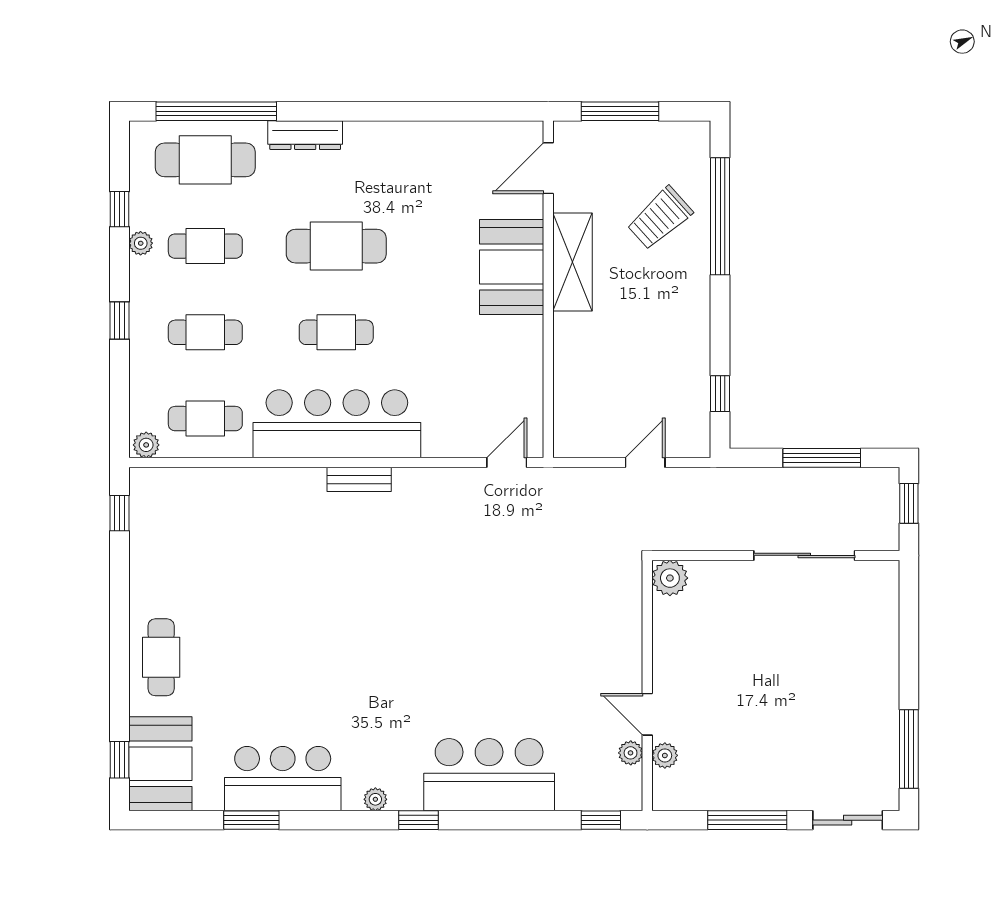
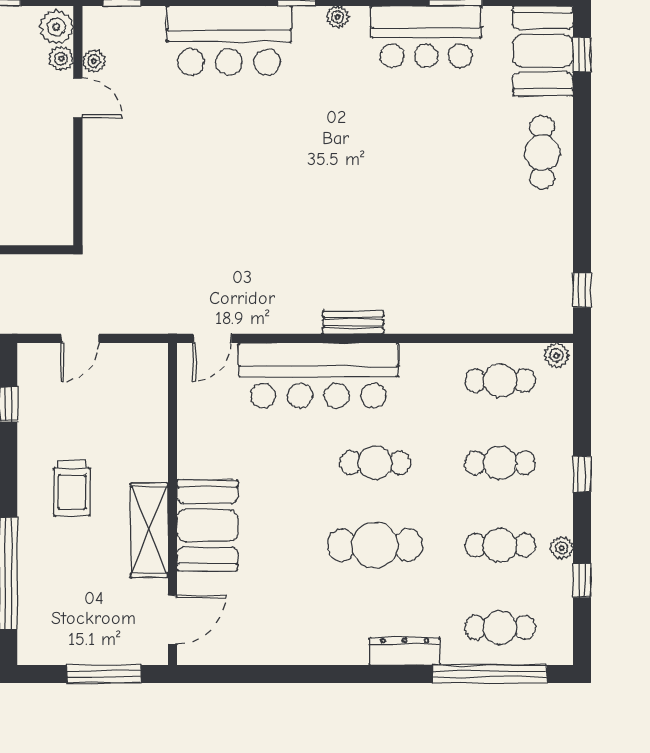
cafe table: (205, 160) -> (500, 628), width x0.73, depth x0.74
trolley: (660, 218) -> (72, 488), moved, turned 132
bar counter: (337, 424) -> (318, 375), moved
plant: (670, 578) -> (56, 27), moved

